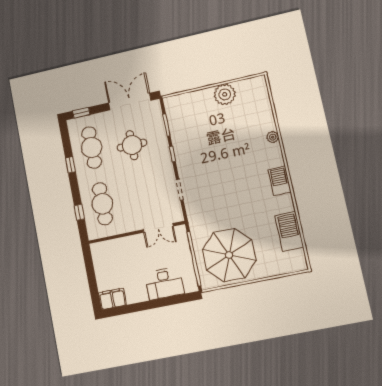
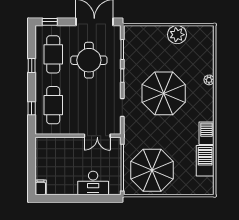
round table: (132, 145) -> (89, 60), width x1.36, depth x1.36
parasol: (224, 164) -> (164, 93), added
barbecue: (280, 181) -> (207, 133), moved
filing cabinet: (112, 299) -> (41, 187), width x0.50

